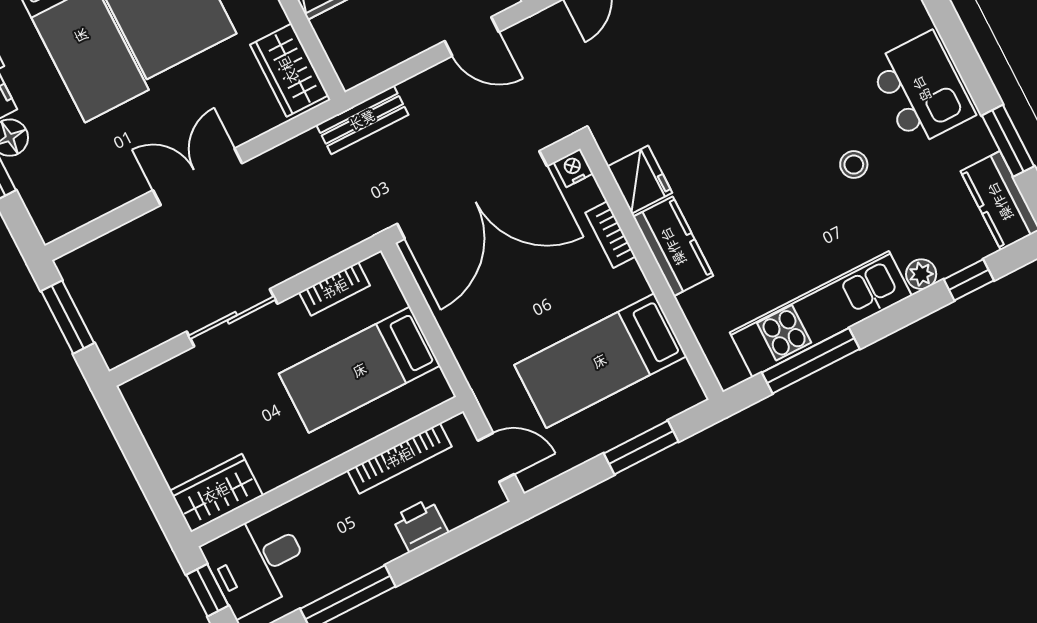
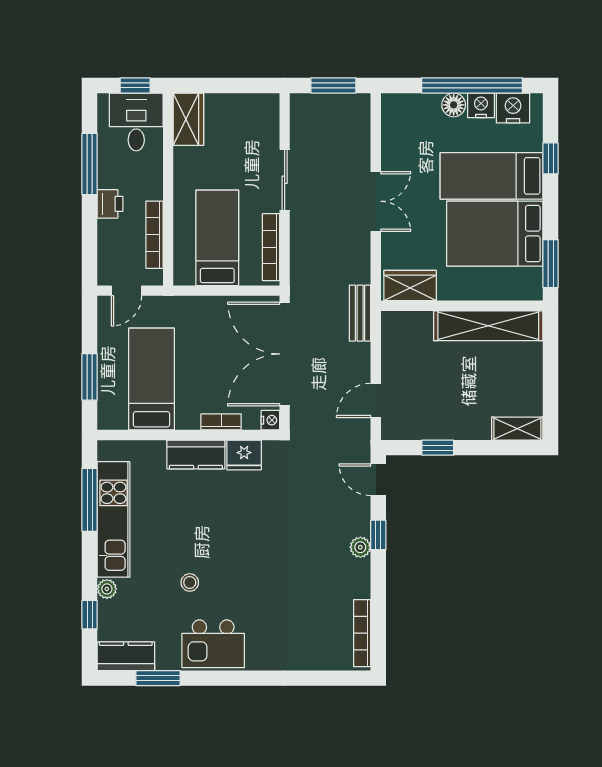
bookcase: (335, 289) -> (271, 247), width x1.56
printer: (420, 525) -> (110, 204), moved

